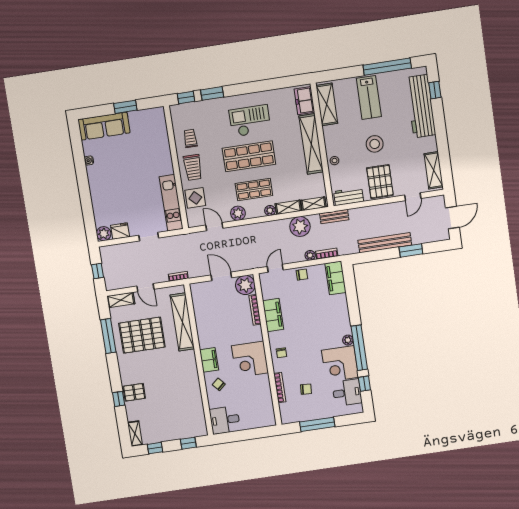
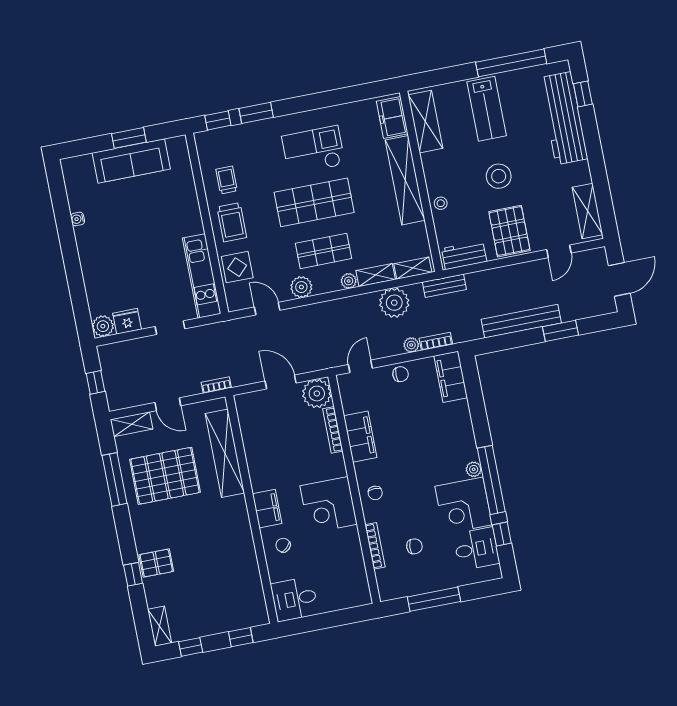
sofa: (104, 126) -> (131, 161), moved

